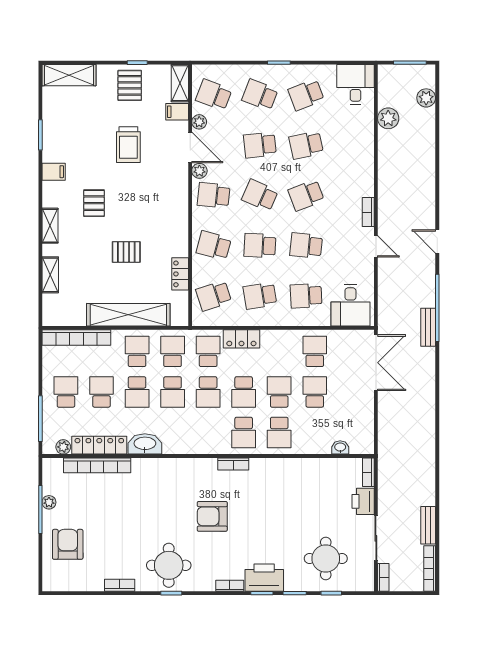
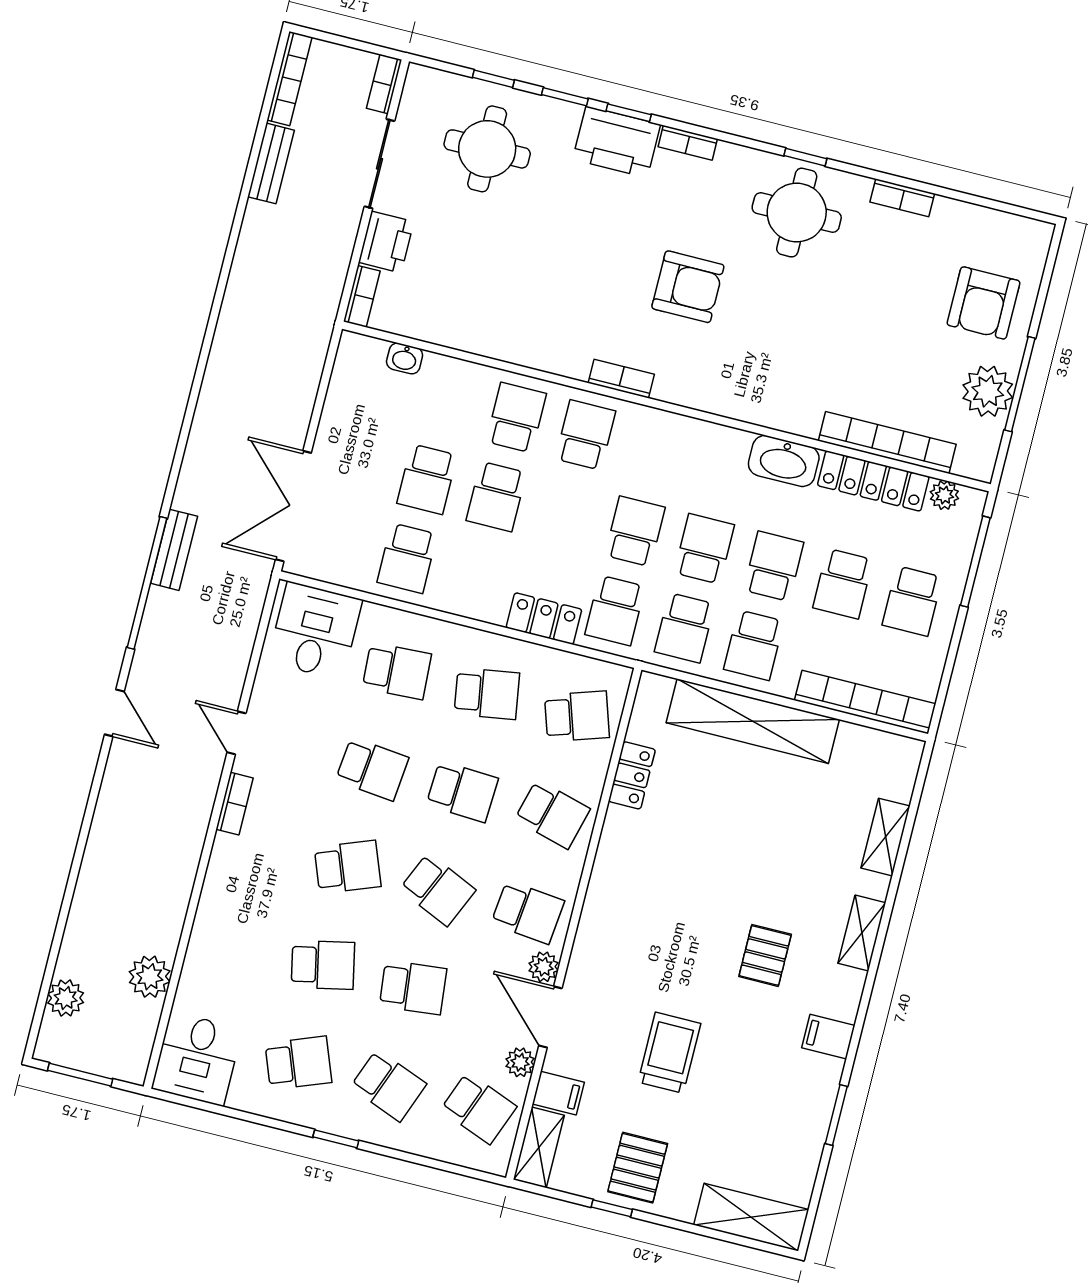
pallet: (126, 252) -> (726, 845), removed
school desk: (244, 392) -> (566, 514), removed
plant: (49, 502) -> (988, 391), width x1.87, depth x1.87

